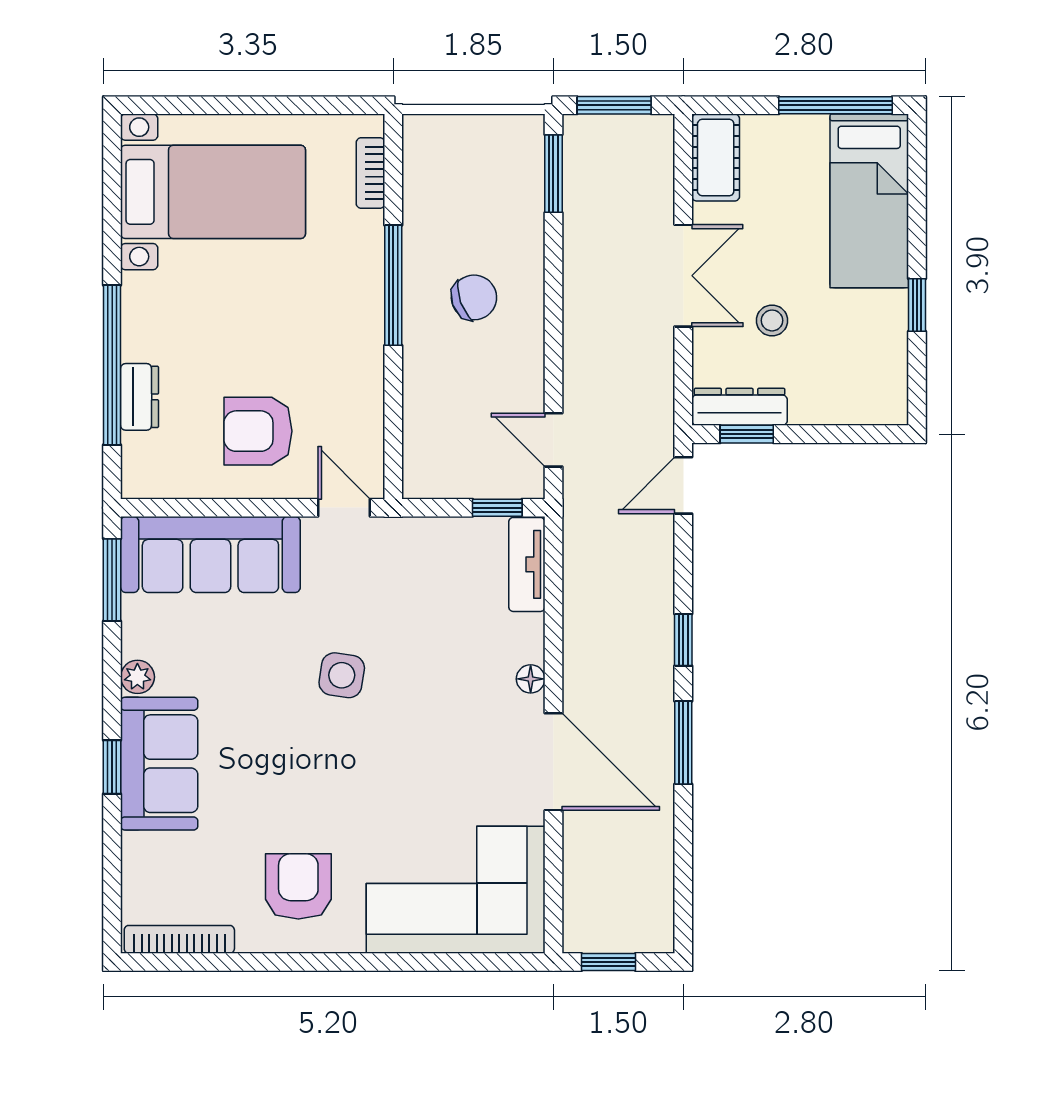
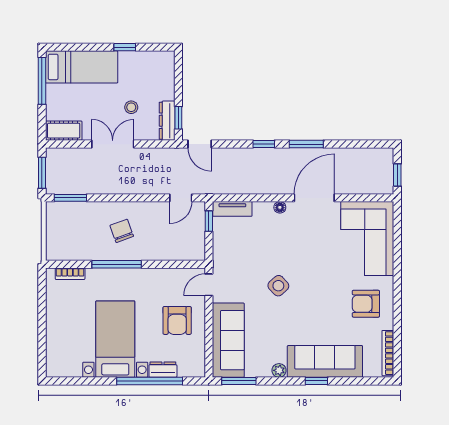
bed with nightstands: (213, 192) -> (115, 339), moved
side table: (342, 675) -> (278, 286), turned 38
sofa: (159, 764) -> (325, 361), width x1.36

